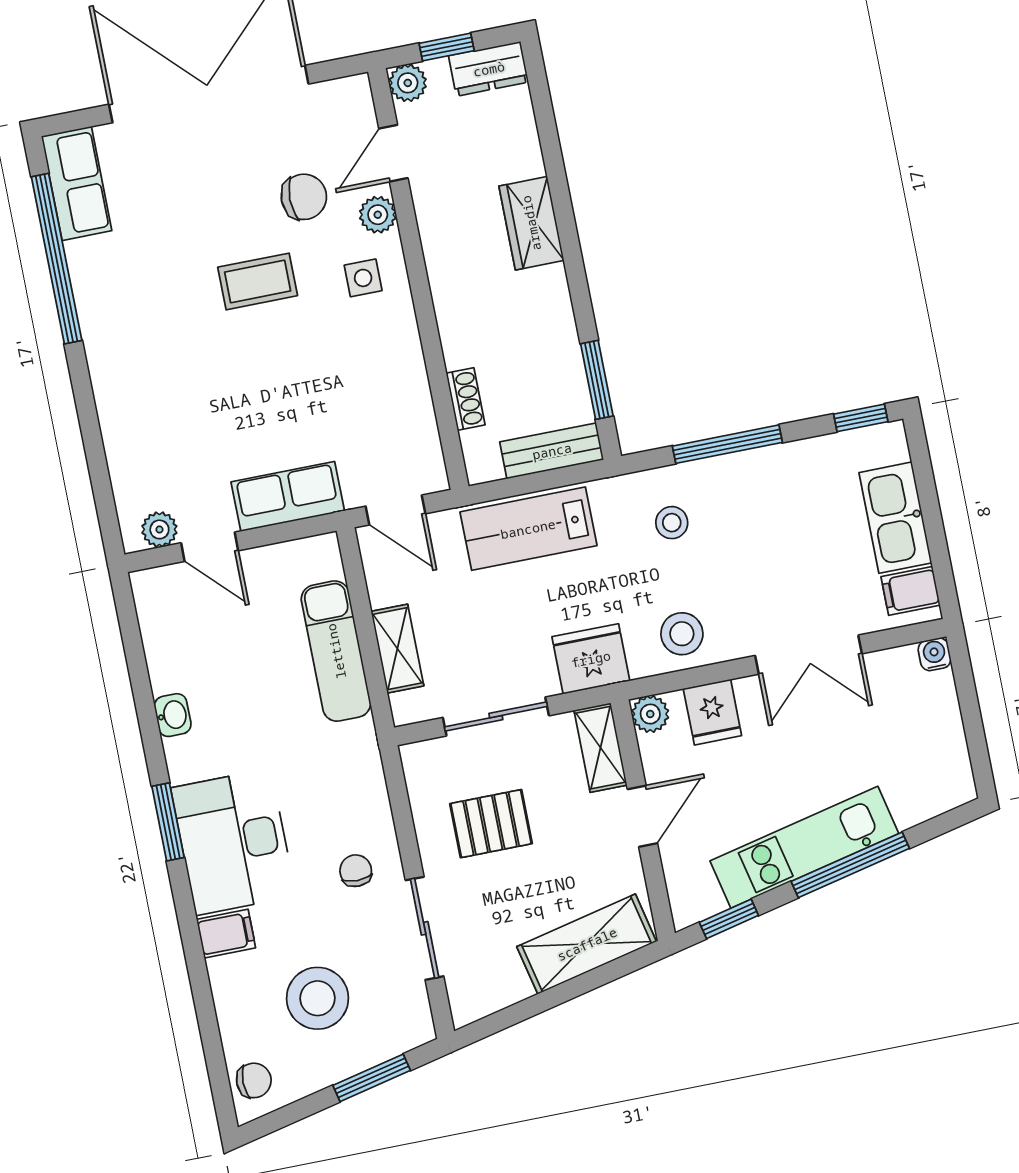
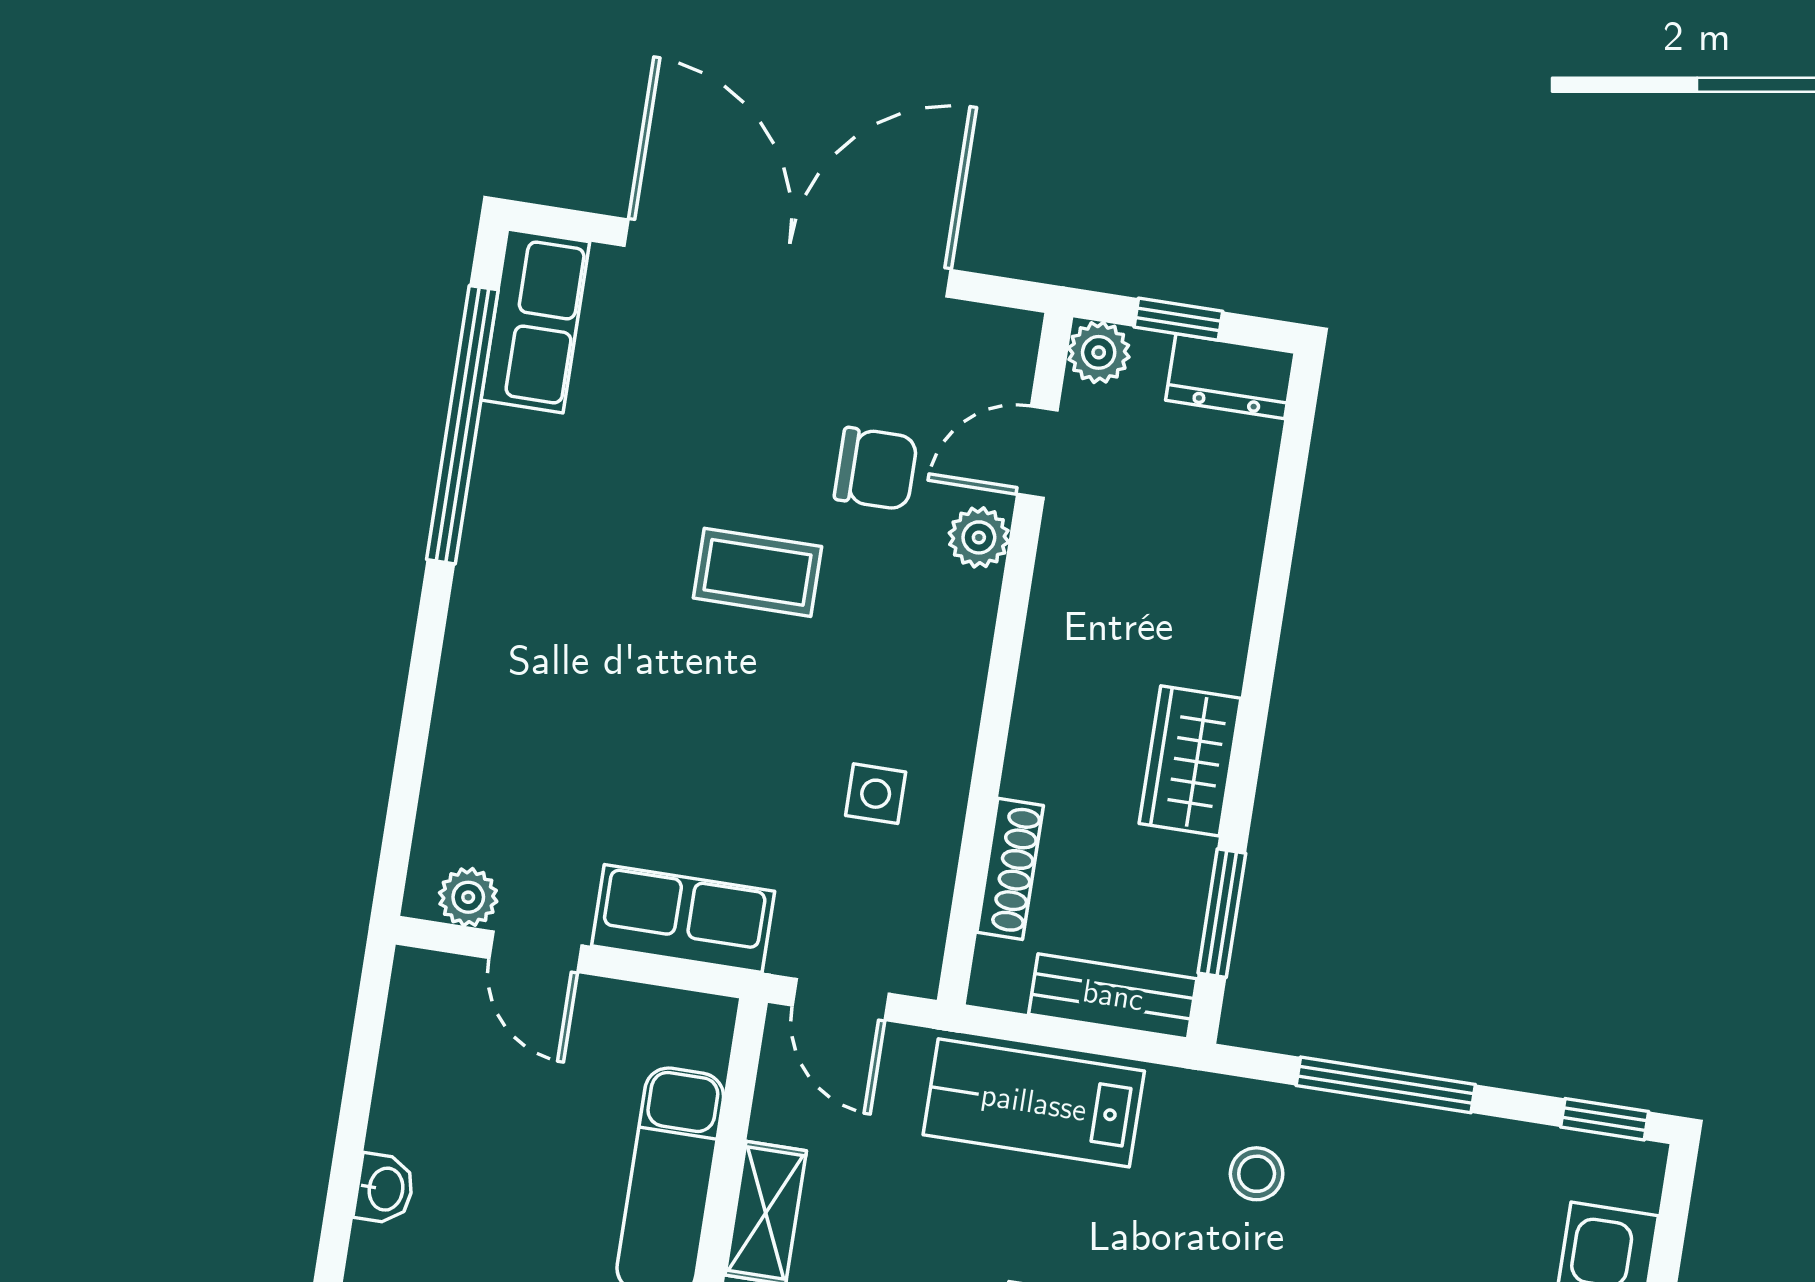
wardrobe: (531, 223) -> (1190, 761), moved
side table: (363, 278) -> (876, 794), moved
shoe rack: (466, 399) -> (1010, 869), width x1.43

